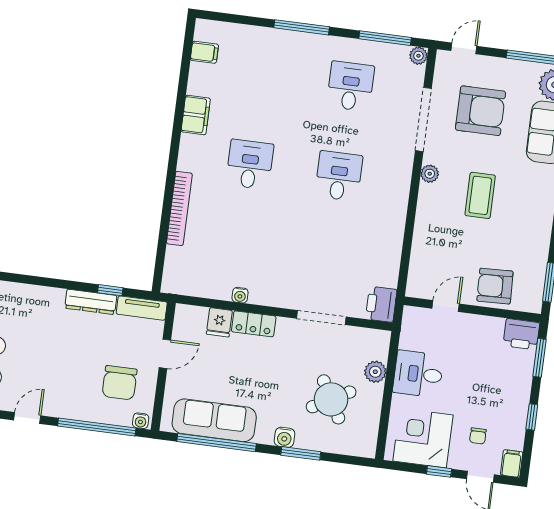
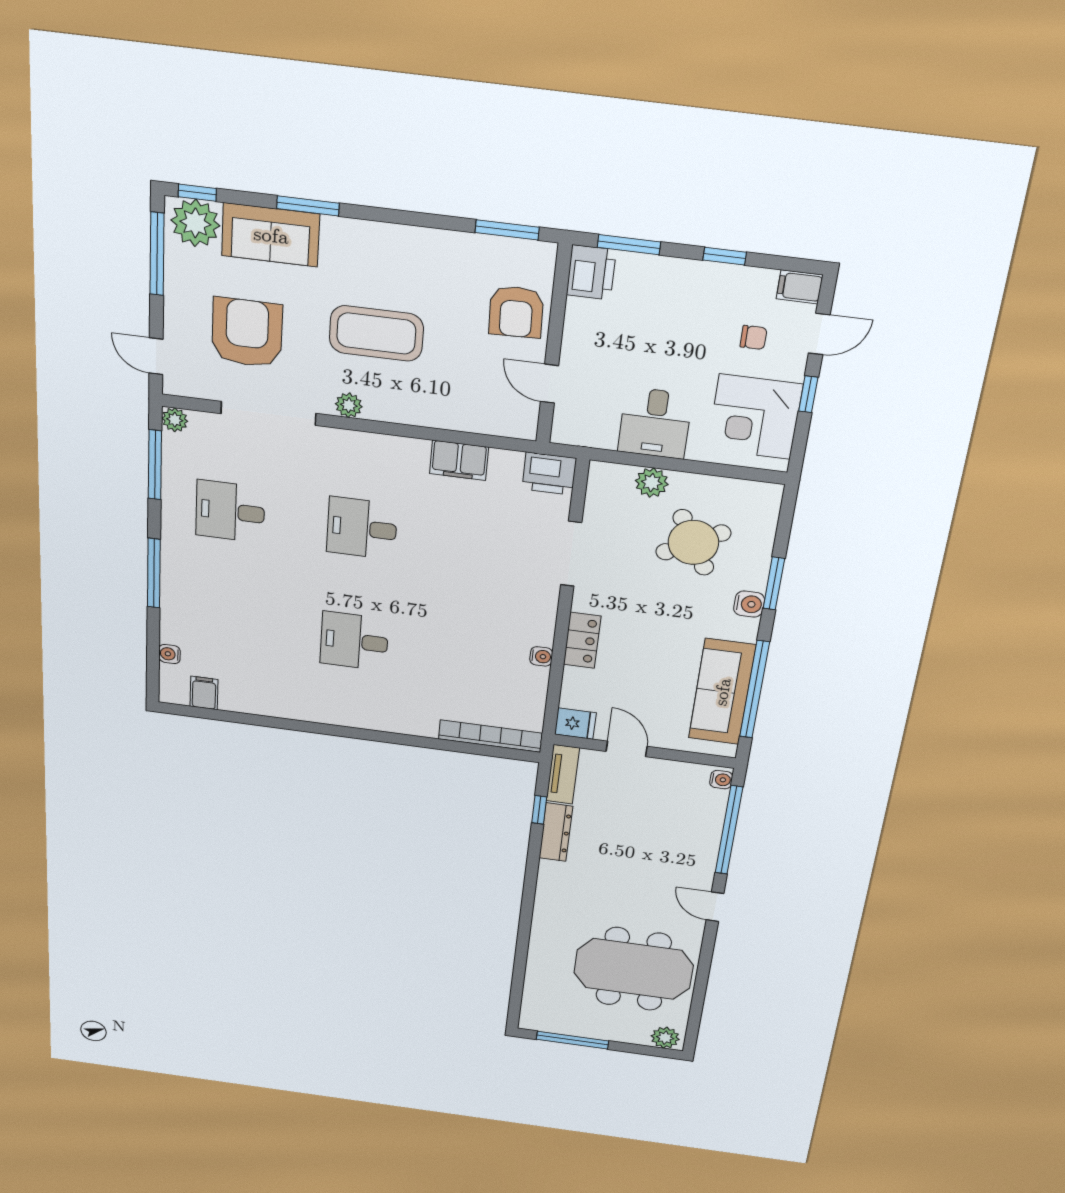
water cooler: (236, 31) -> (169, 654), added
filing cabinet: (196, 115) -> (459, 460), moved, turned 180
coffee table: (480, 195) -> (376, 333), width x1.36, depth x1.32
bookcase: (179, 208) -> (490, 736), moved
fridge: (219, 322) -> (575, 724), moved
chair: (120, 383) -> (667, 803), removed

